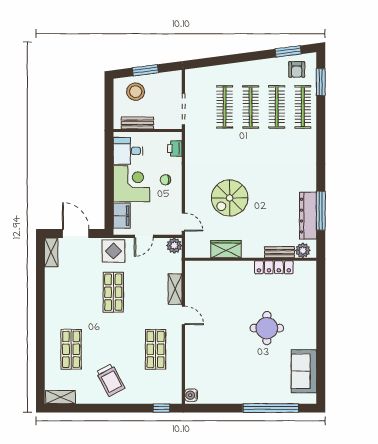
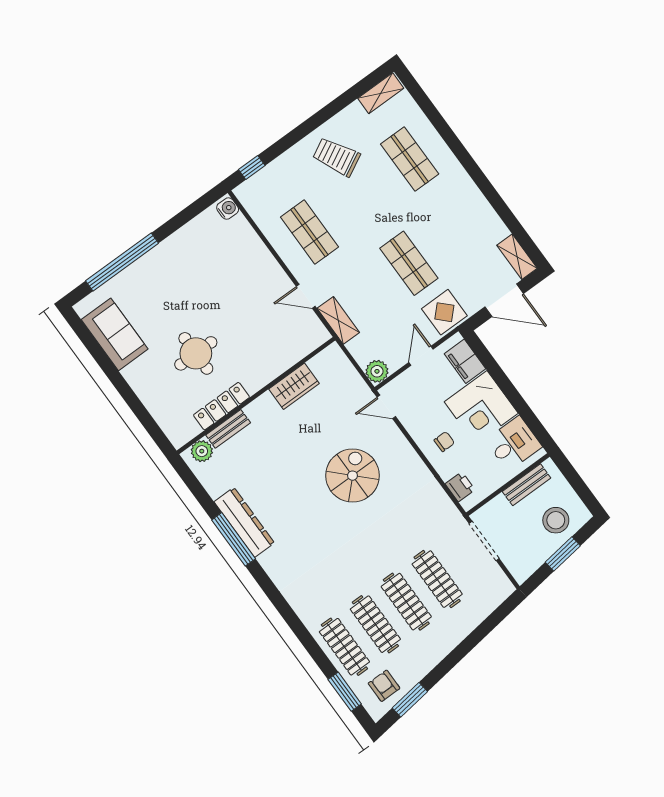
wardrobe: (226, 249) -> (294, 386), moved
plant: (303, 250) -> (202, 451), moved
bench: (279, 252) -> (228, 429), moved
wall: (251, 259) -> (256, 396), moved
locker: (274, 267) -> (221, 406), moved

